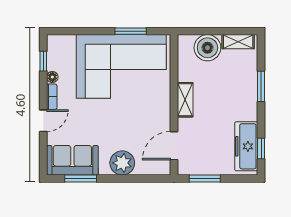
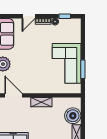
corner sofa: (121, 66) -> (67, 63), width x0.73, depth x0.74
door: (43, 121) -> (29, 16), hinge flipped

